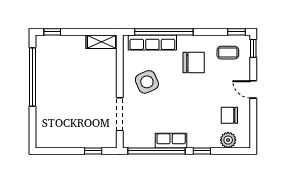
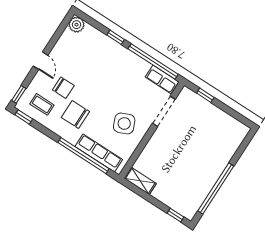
chair: (229, 115) -> (63, 88), moved
plant: (228, 140) -> (77, 25), moved
row of seats: (171, 141) -> (162, 79), moved

